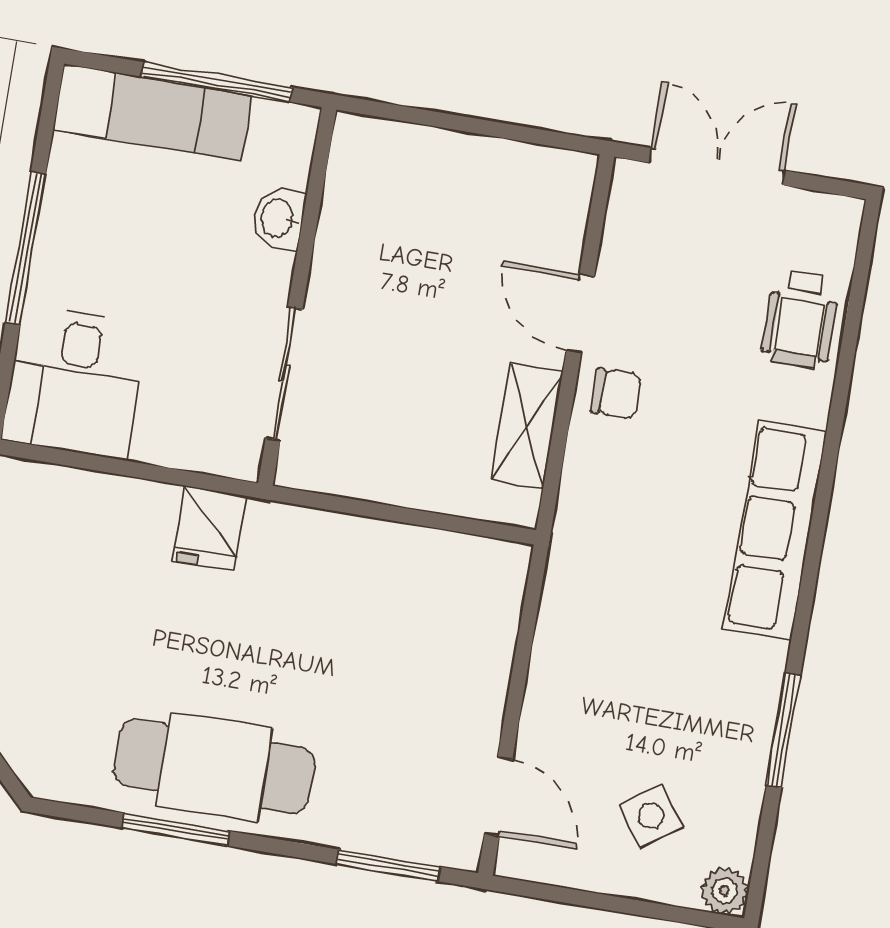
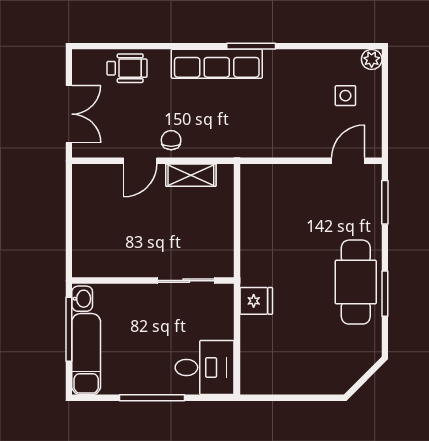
double door: (717, 167) -> (69, 114), swing flipped
washbasin: (279, 218) -> (82, 299), moved, turned -90
window: (784, 730) -> (251, 46), moved
side table: (651, 816) -> (345, 96), turned 36

